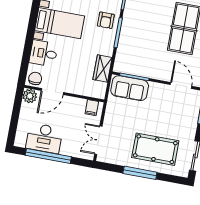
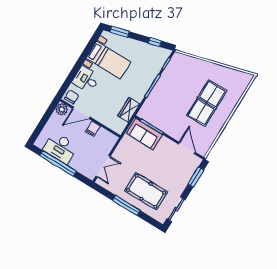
armchair: (106, 20) -> (146, 72), removed
filing cabinet: (92, 108) -> (93, 129), moved
double door: (98, 140) -> (103, 166), swing flipped

